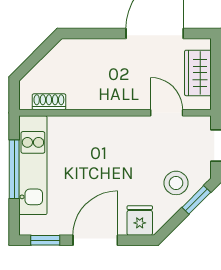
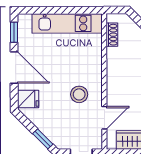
window: (14, 169) -> (64, 10), removed
stool: (176, 183) -> (79, 94), moved

